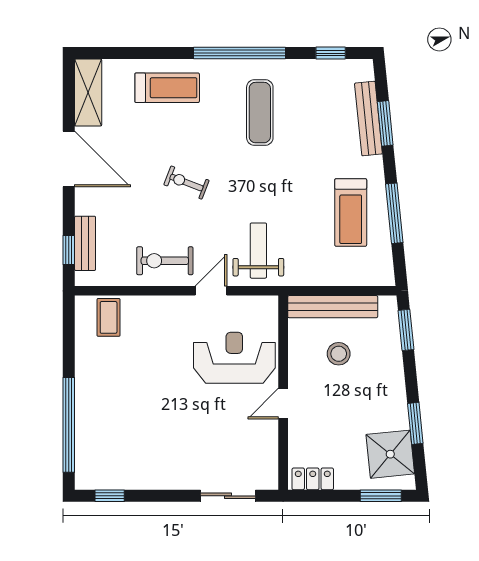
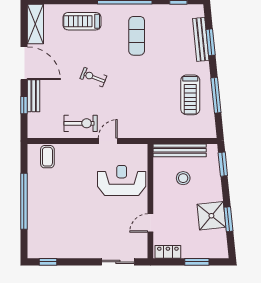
treadmill: (167, 88) -> (82, 21), turned 180
bench: (85, 243) -> (34, 96), moved
window: (69, 250) -> (24, 105), moved
weight bench: (258, 251) -> (136, 117), removed
exercise bike: (165, 261) -> (81, 123), turned 180
door: (283, 404) -> (150, 223), moved
window: (69, 425) -> (24, 201), moved
shower: (390, 454) -> (211, 216), moved
window: (381, 496) -> (197, 262), moved

